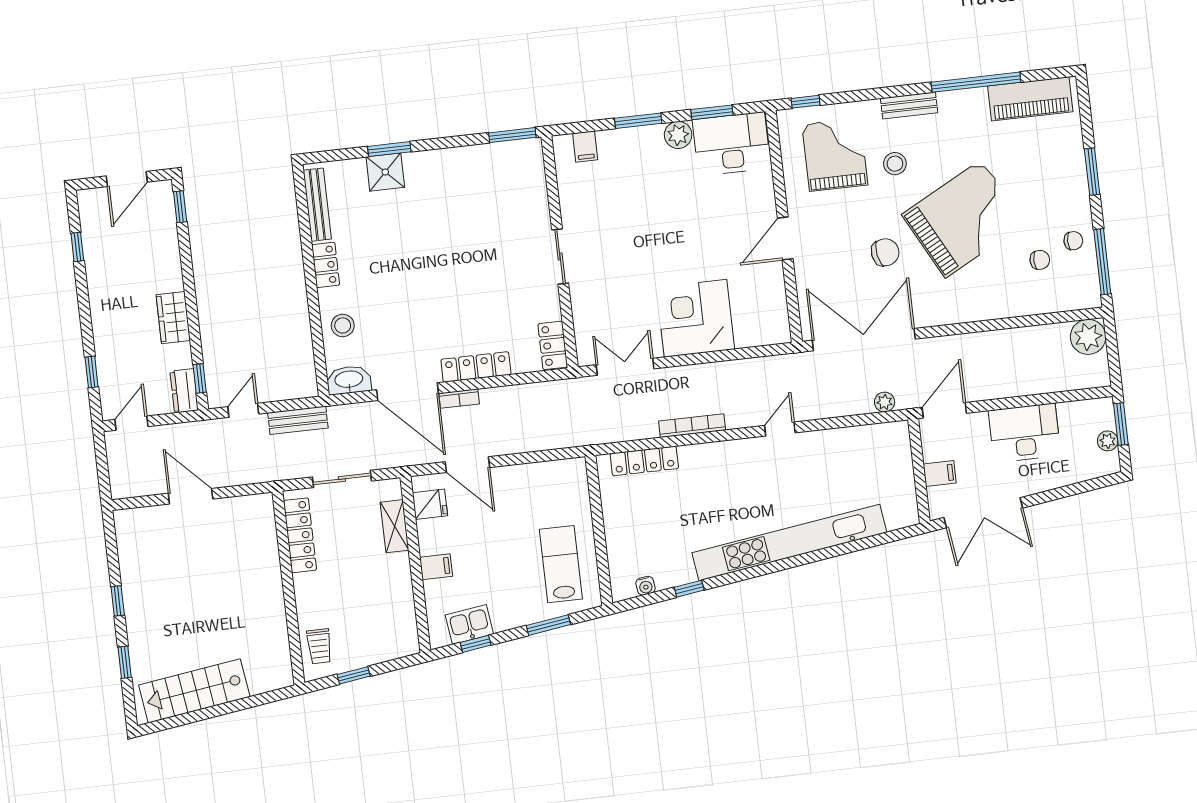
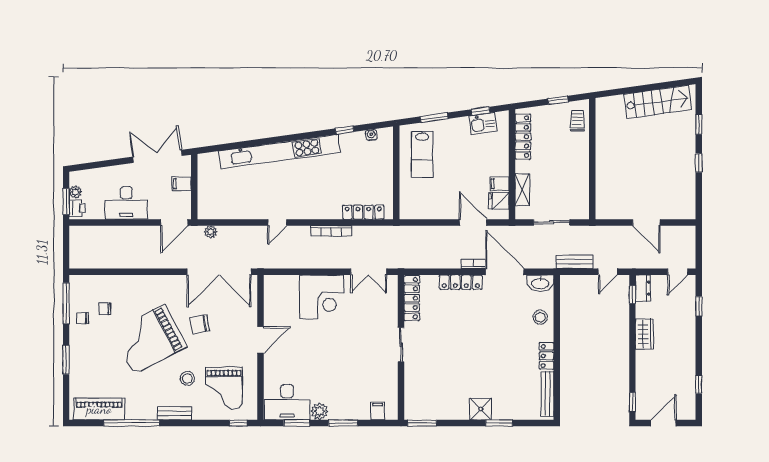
shower: (385, 172) -> (481, 409), moved
plant: (1088, 337) -> (80, 258), removed
locker: (553, 345) -> (412, 298), width x1.53
printer: (1102, 416) -> (77, 208), added
locker: (300, 535) -> (523, 137), moved, turned 180
filing cabinet: (436, 567) -> (499, 184), moved

